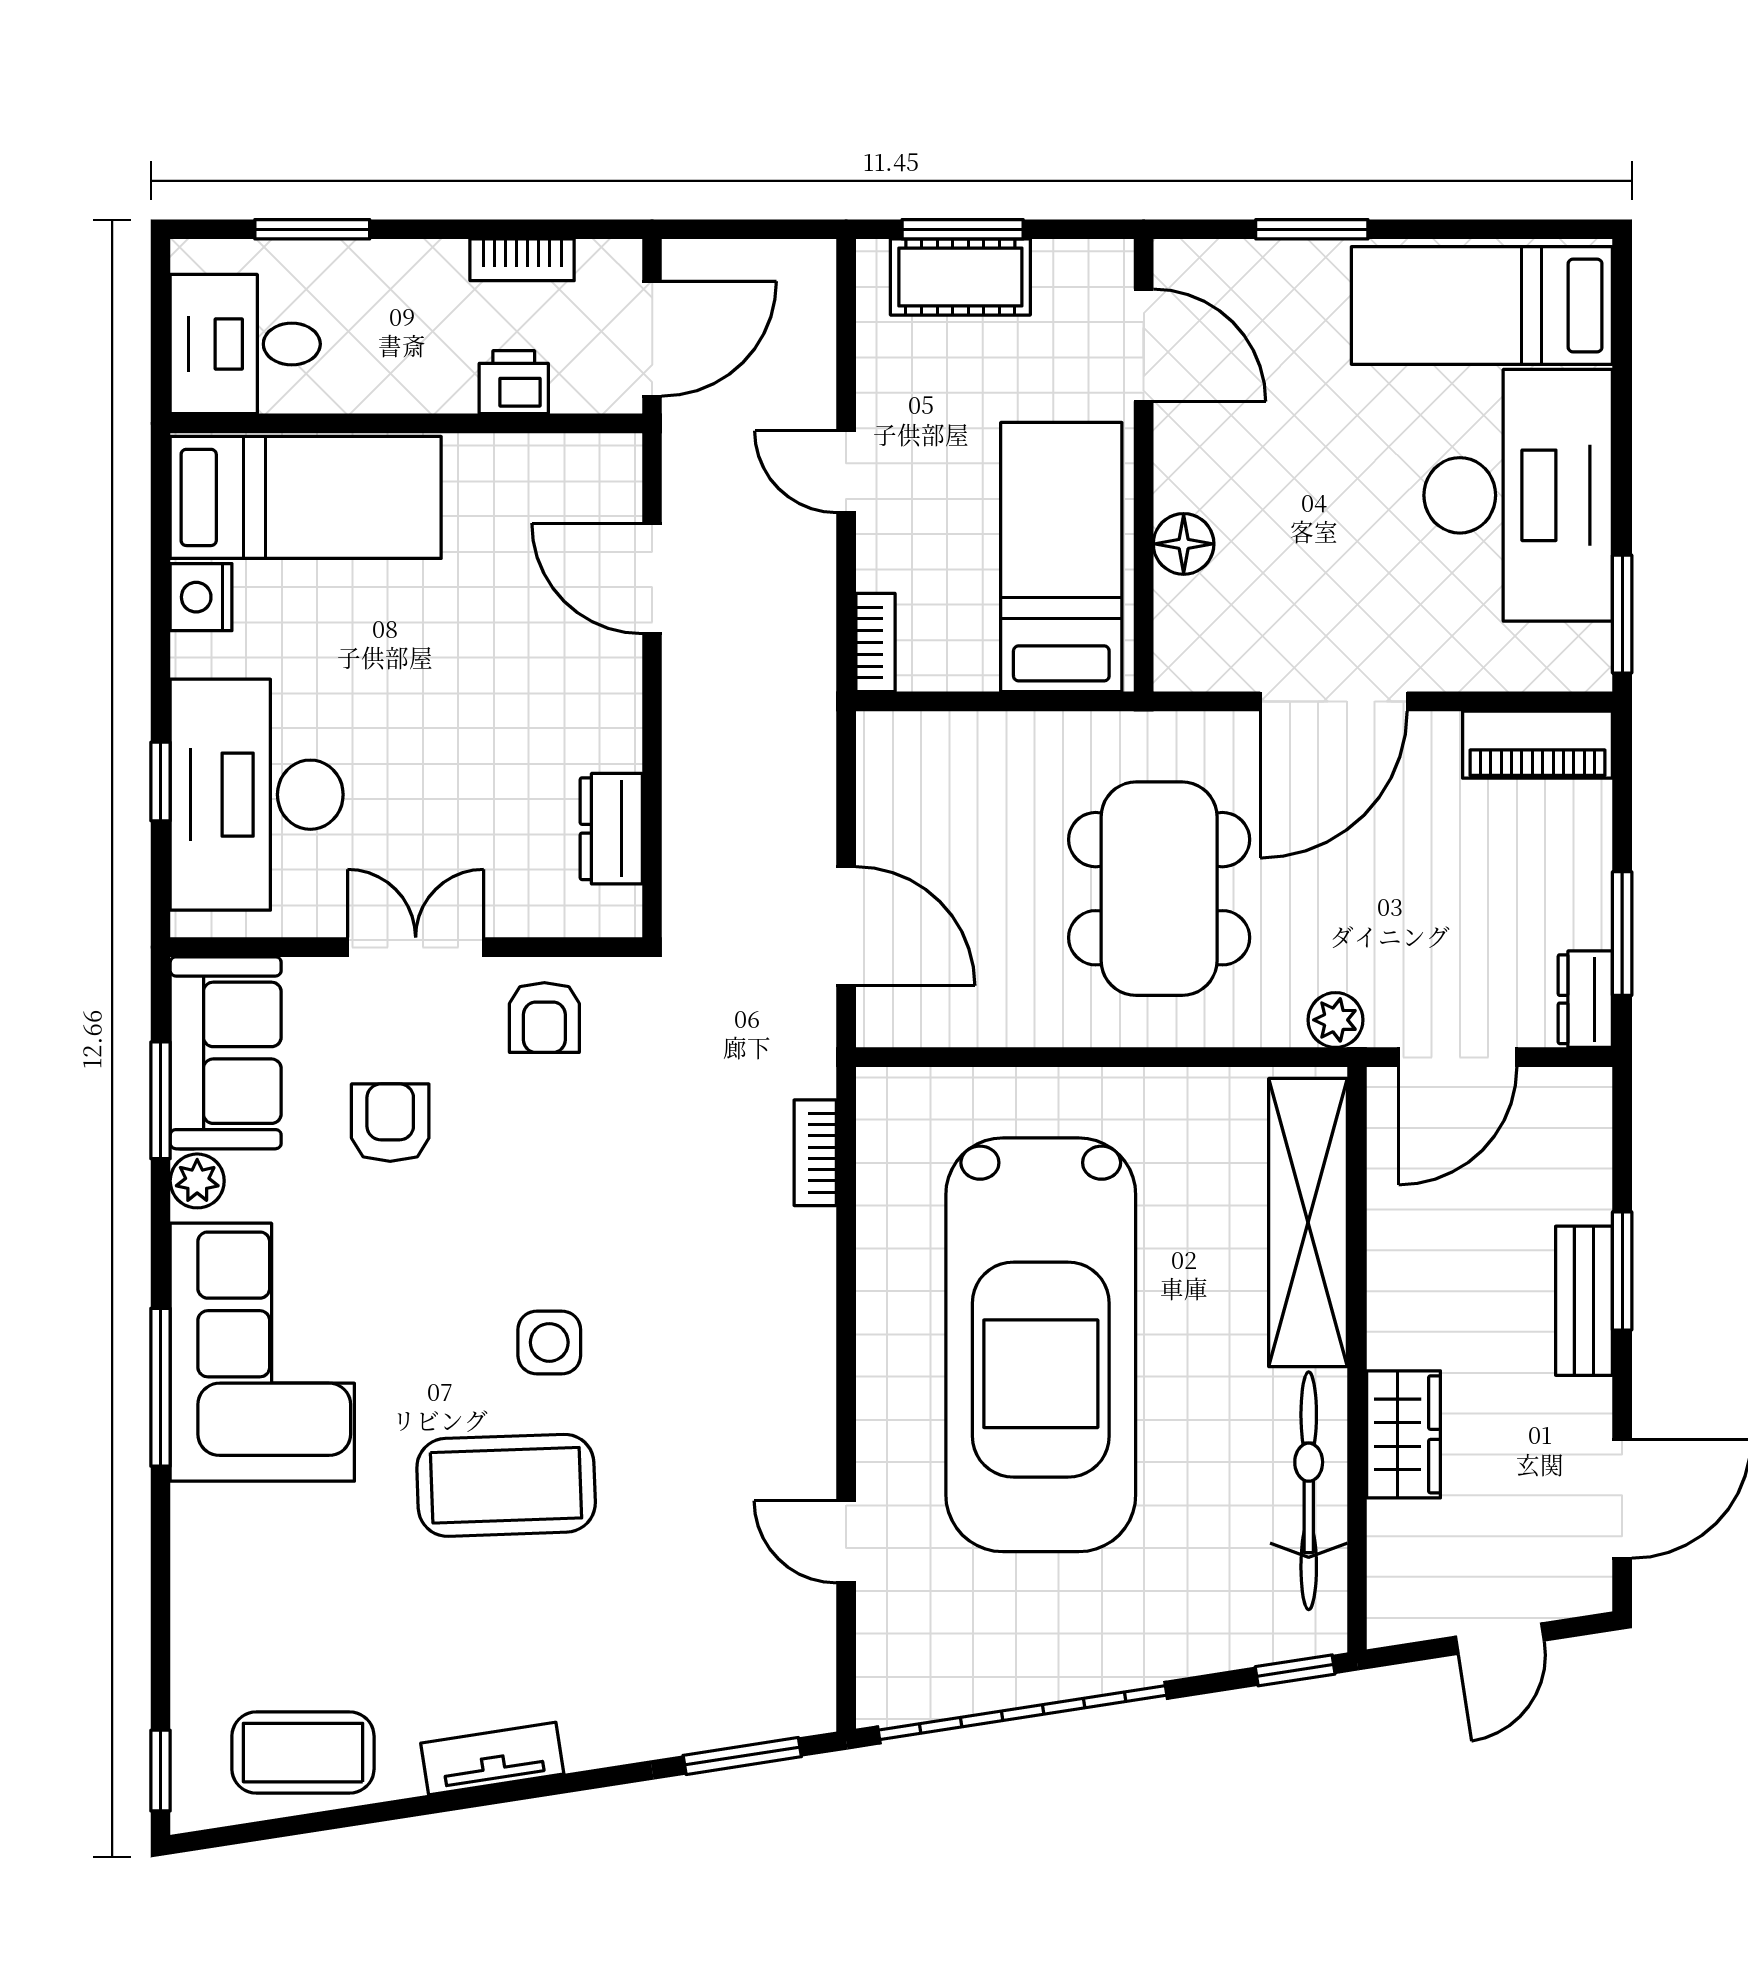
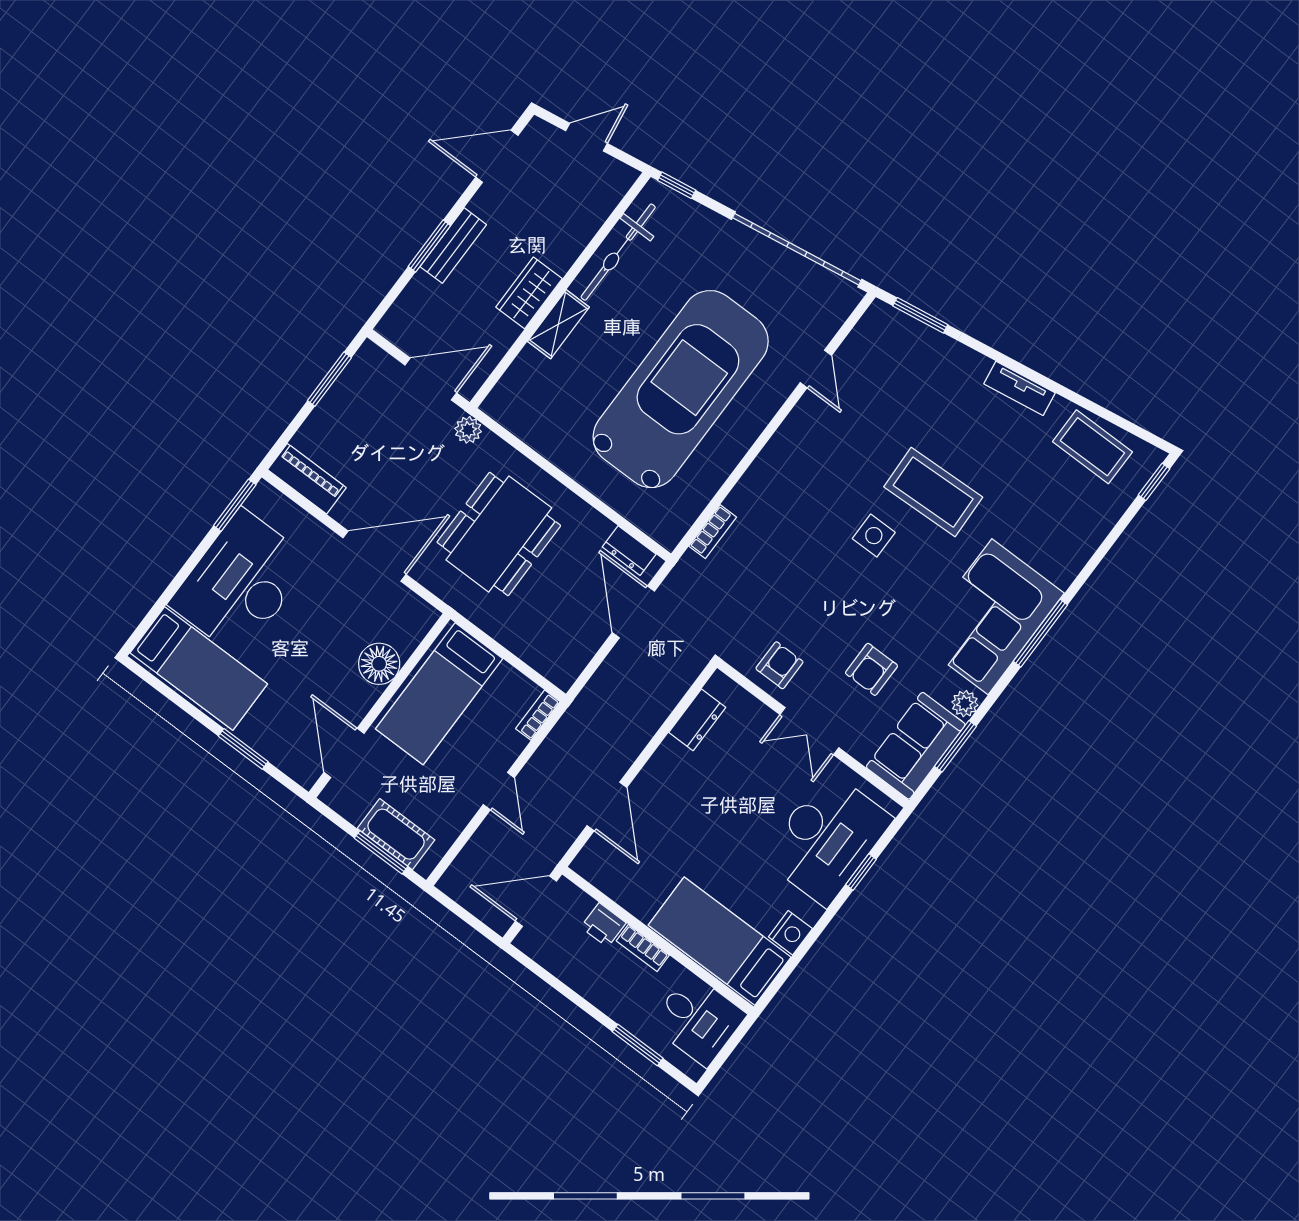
bookcase: (522, 260) -> (643, 948), moved, turned 180
floor lamp: (1184, 544) -> (379, 664), width x1.38, depth x1.38
dresser: (1585, 999) -> (629, 551), moved, turned 90
shelving: (1308, 1223) -> (558, 324), width x0.45, depth x0.75
wardrobe: (1404, 1434) -> (529, 293), moved

